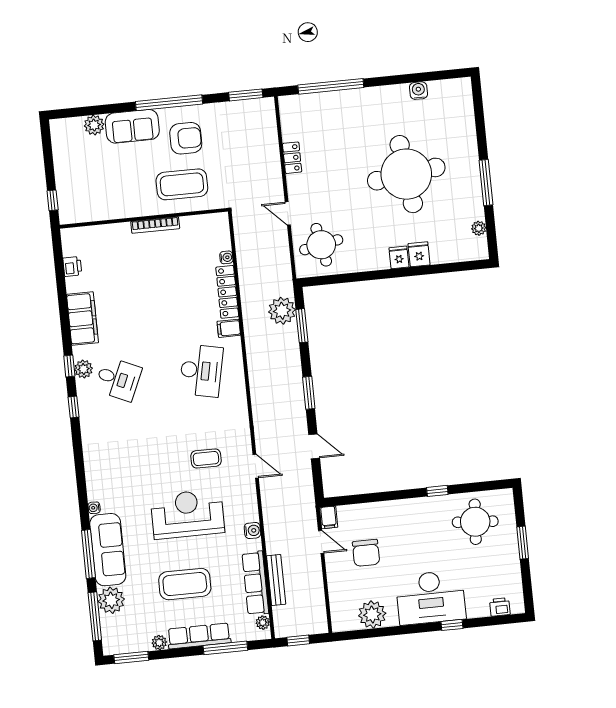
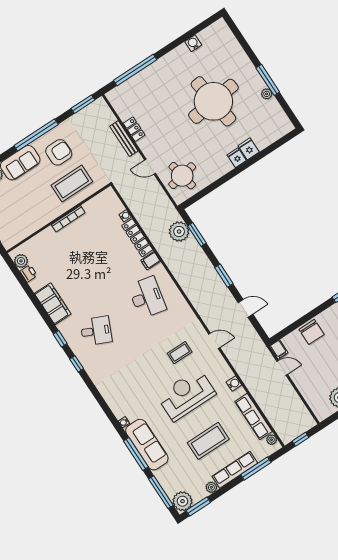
plant: (479, 228) -> (267, 94), moved
plant: (83, 369) -> (21, 261), moved
chair: (366, 553) -> (312, 332), moved
bench: (276, 580) -> (124, 139), moved
plant: (111, 600) -> (182, 501), moved

